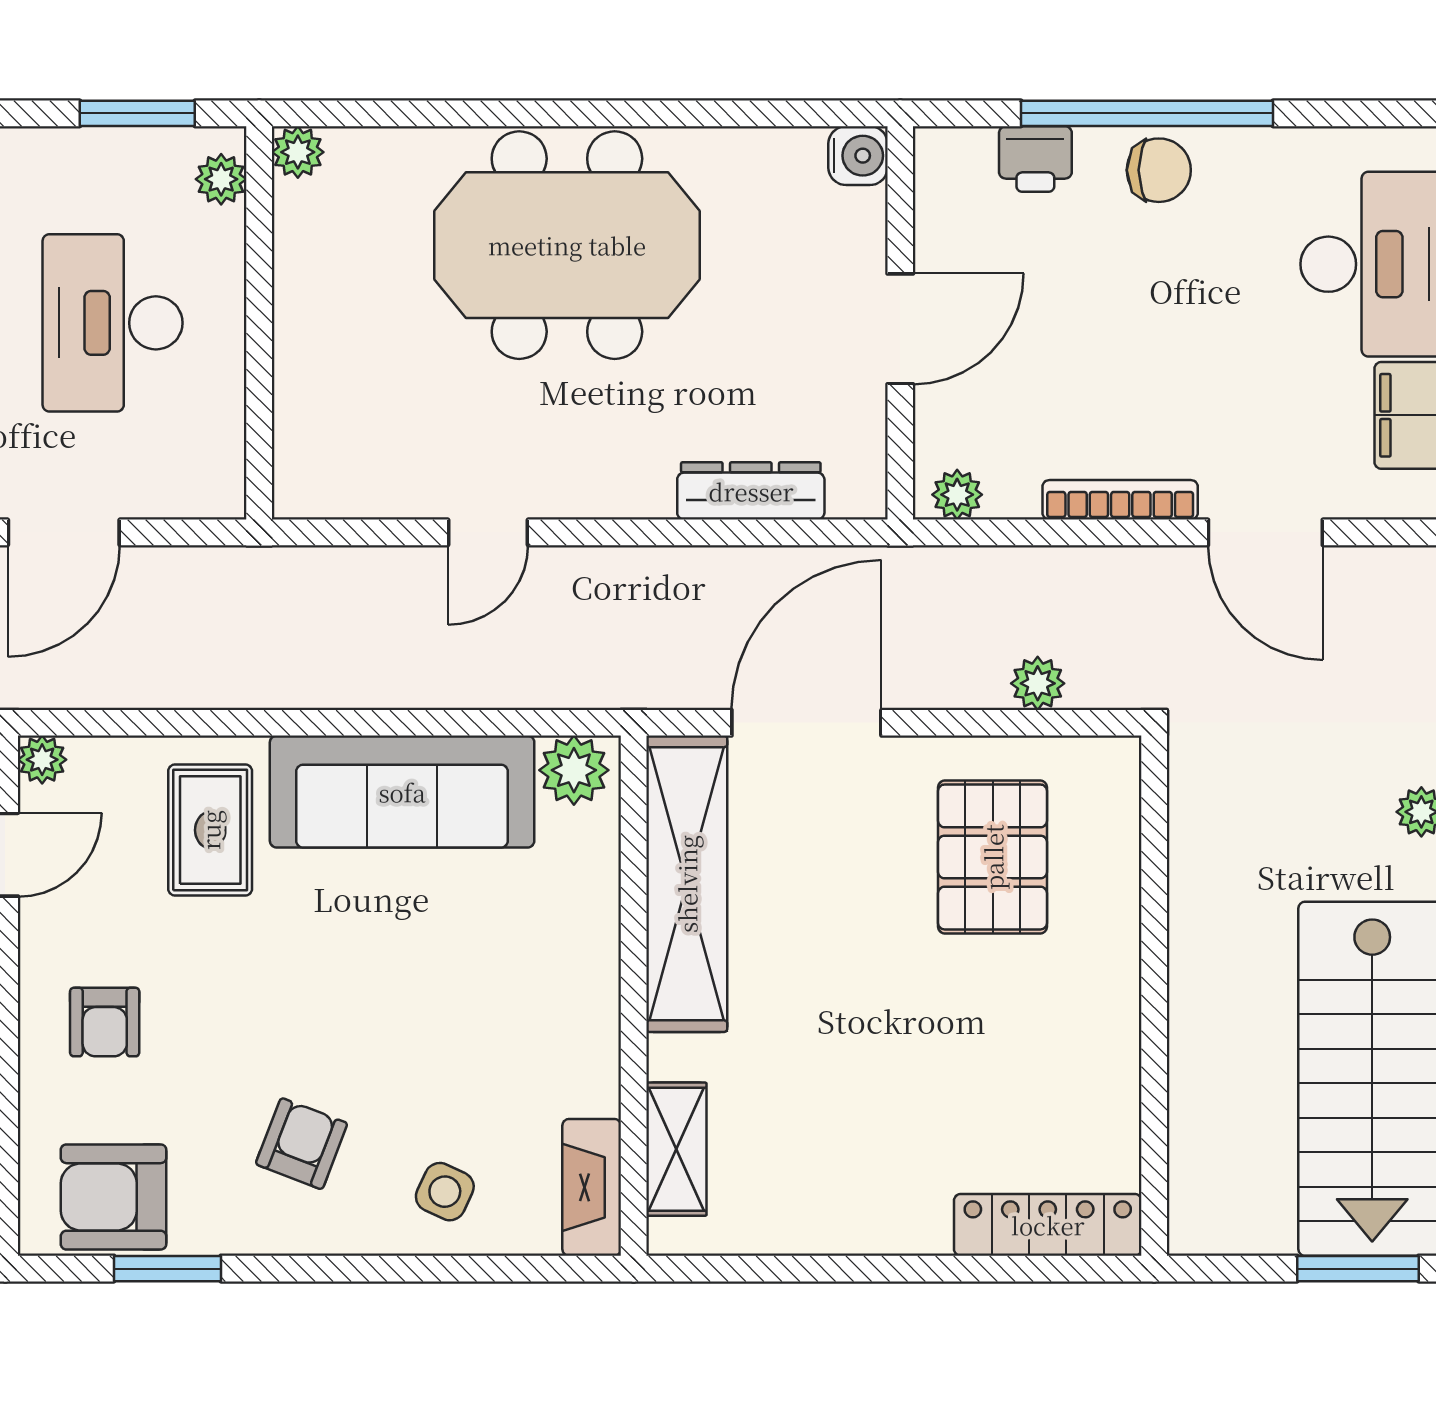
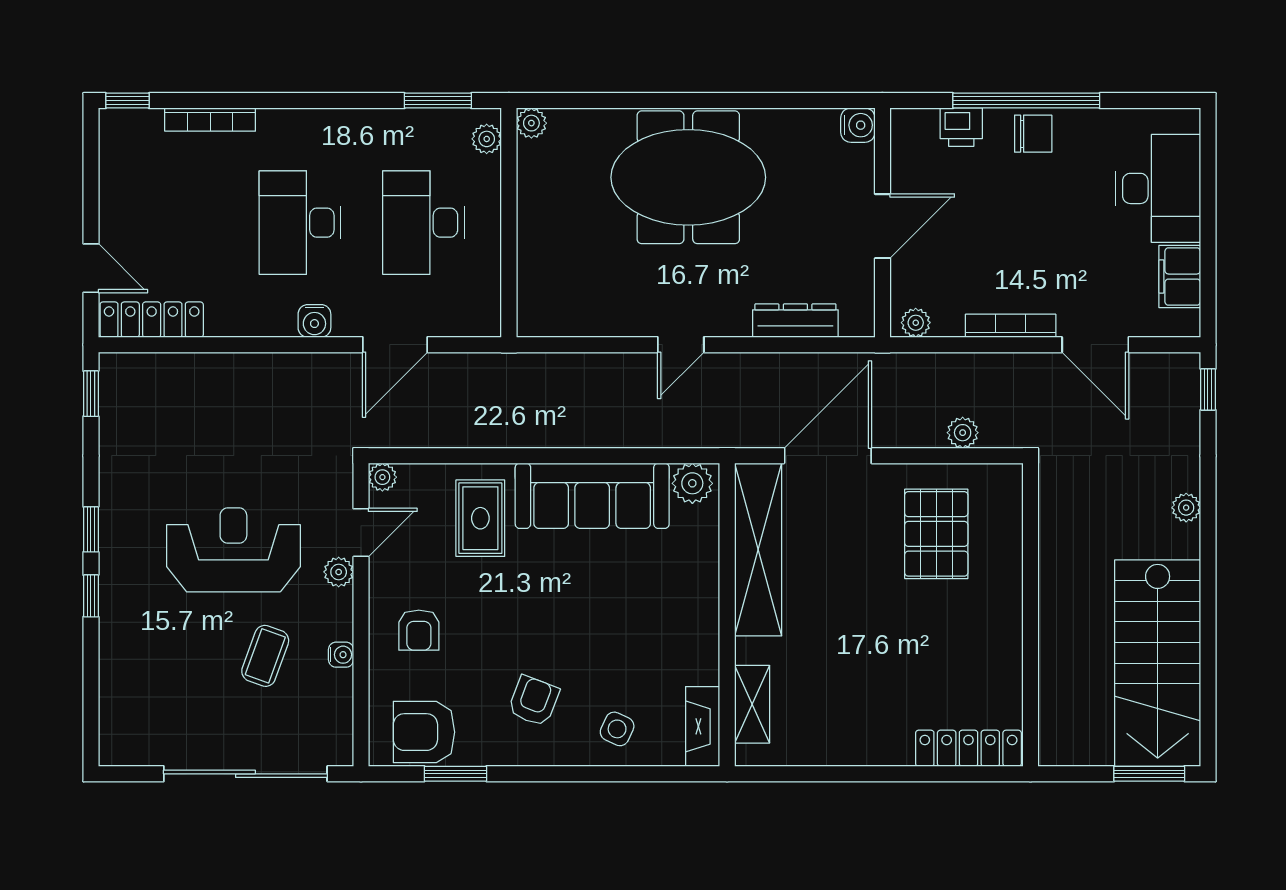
door: (488, 532) -> (681, 345), moved

